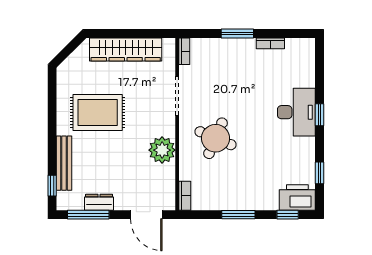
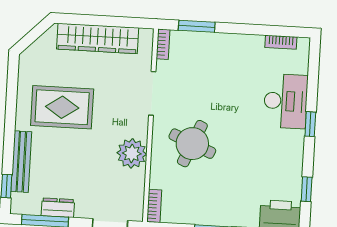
window: (237, 33) -> (197, 26), moved
bookcase: (270, 43) -> (281, 42), moved
desk: (296, 112) -> (286, 101), moved

